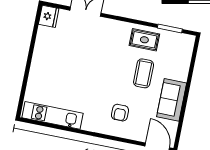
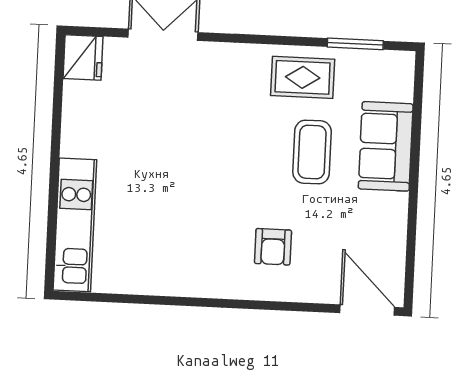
sofa: (172, 100) -> (386, 146), moved
kitchen unit: (52, 115) -> (75, 225), moved, turned 90

